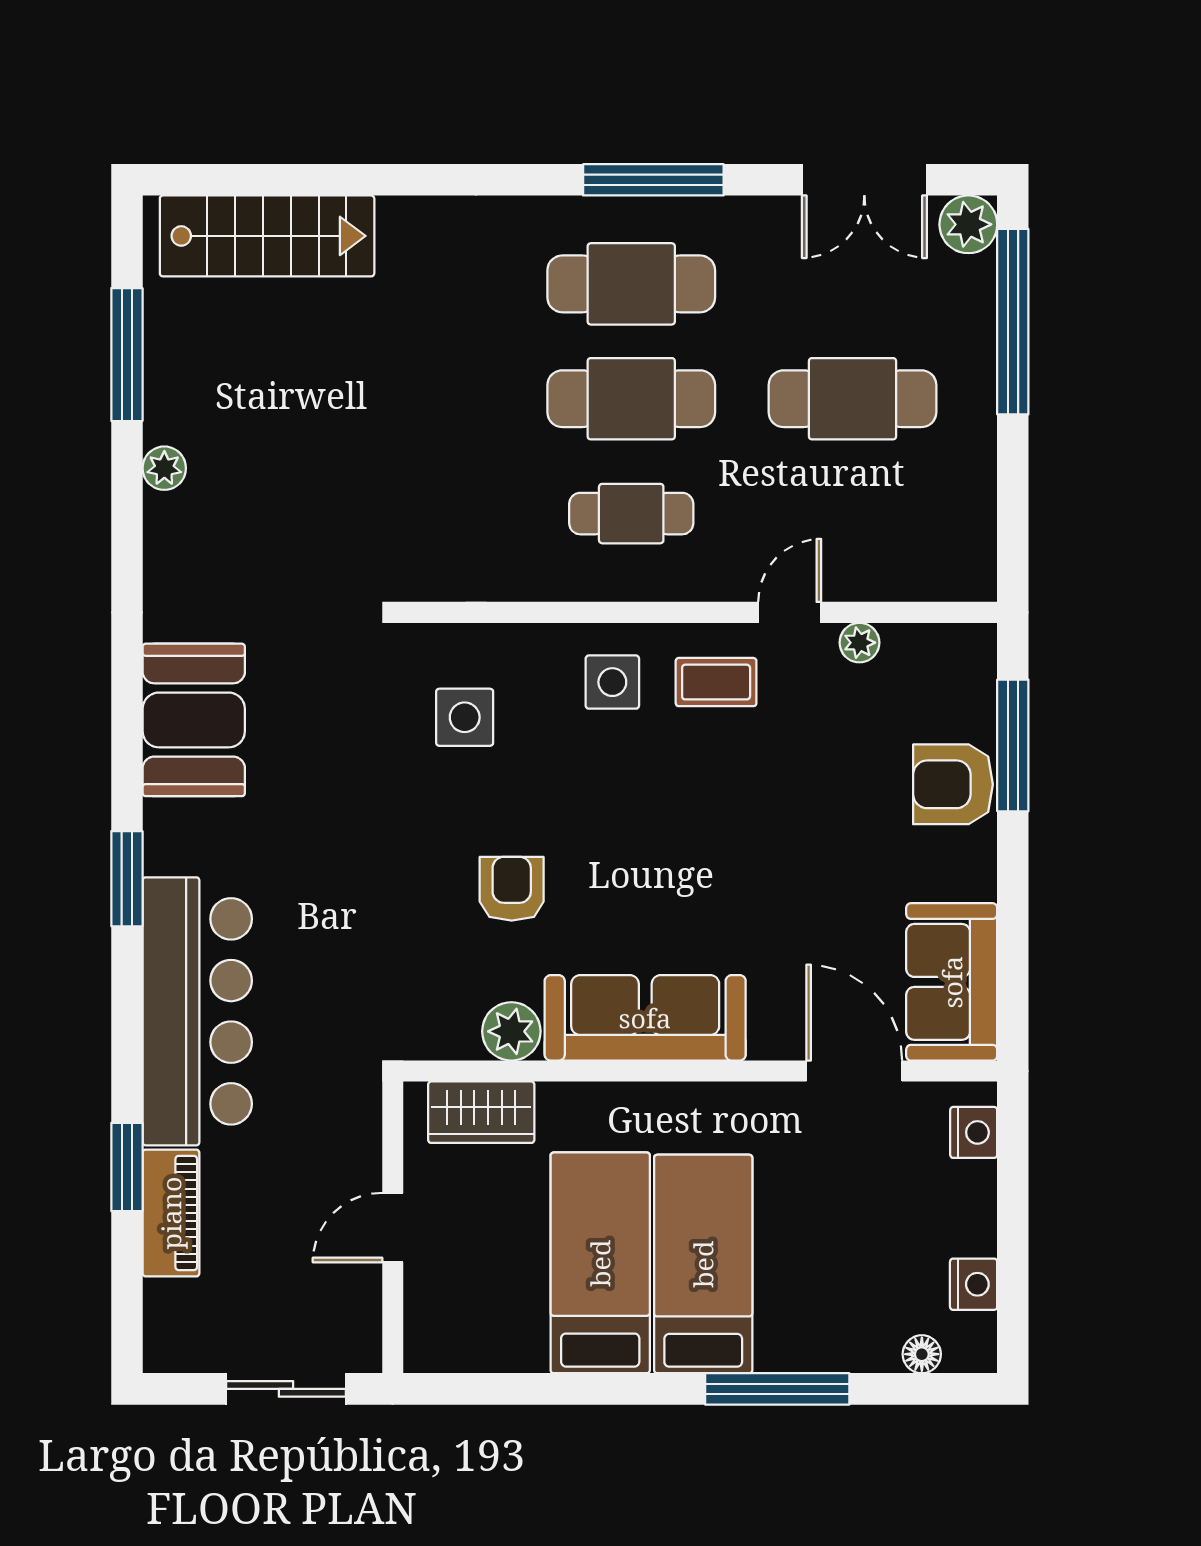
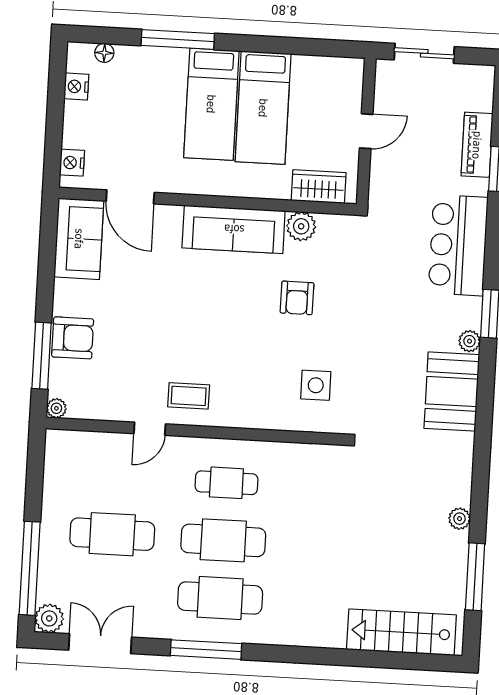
plant: (859, 643) -> (56, 408), moved
side table: (612, 682) -> (241, 399), removed
plant: (164, 822) -> (469, 341), added
bar counter: (197, 1011) -> (458, 245), width x0.73

